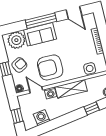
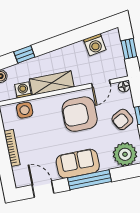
sofa: (40, 34) -> (78, 164), moved
armchair: (50, 67) -> (80, 114), turned 180
door: (36, 90) -> (101, 84), hinge flipped
washing machine: (50, 93) -> (23, 90), moved

